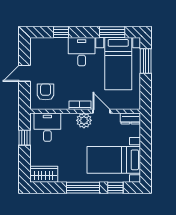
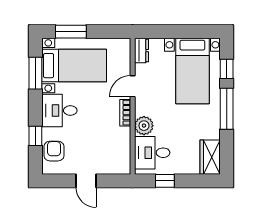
armchair: (46, 92) -> (54, 151), moved, turned 90
plant: (84, 120) -> (144, 126), moved

